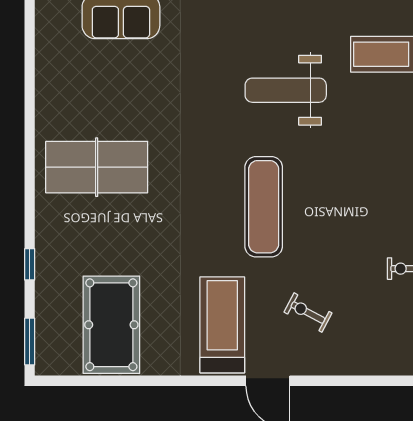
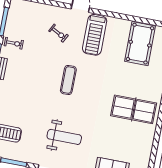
weight bench: (286, 90) -> (64, 137), moved
exercise mat: (264, 207) -> (68, 80), width x0.73, depth x0.69

